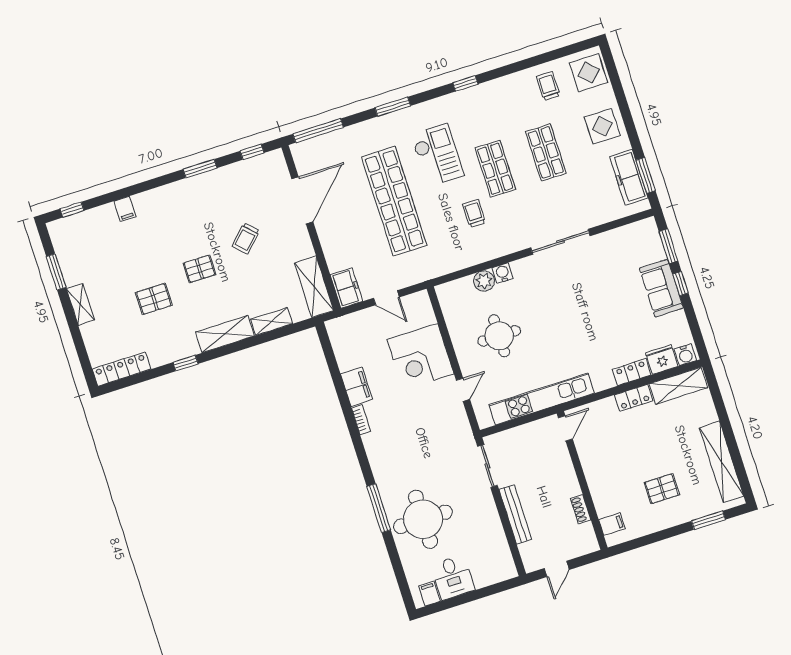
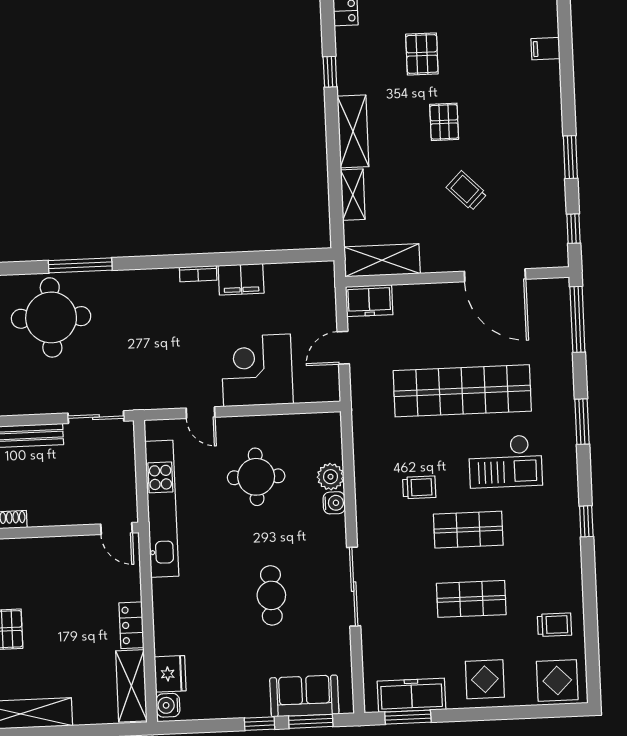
sofa: (661, 288) -> (304, 696), moved
cafe table: (584, 301) -> (271, 595), added
locker: (632, 372) -> (165, 632), removed

